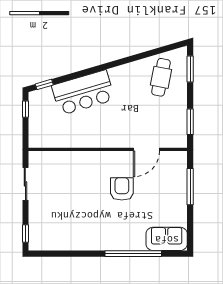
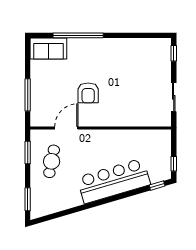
cafe table: (161, 77) -> (52, 161), moved
bar counter: (83, 93) -> (114, 181), width x1.36

